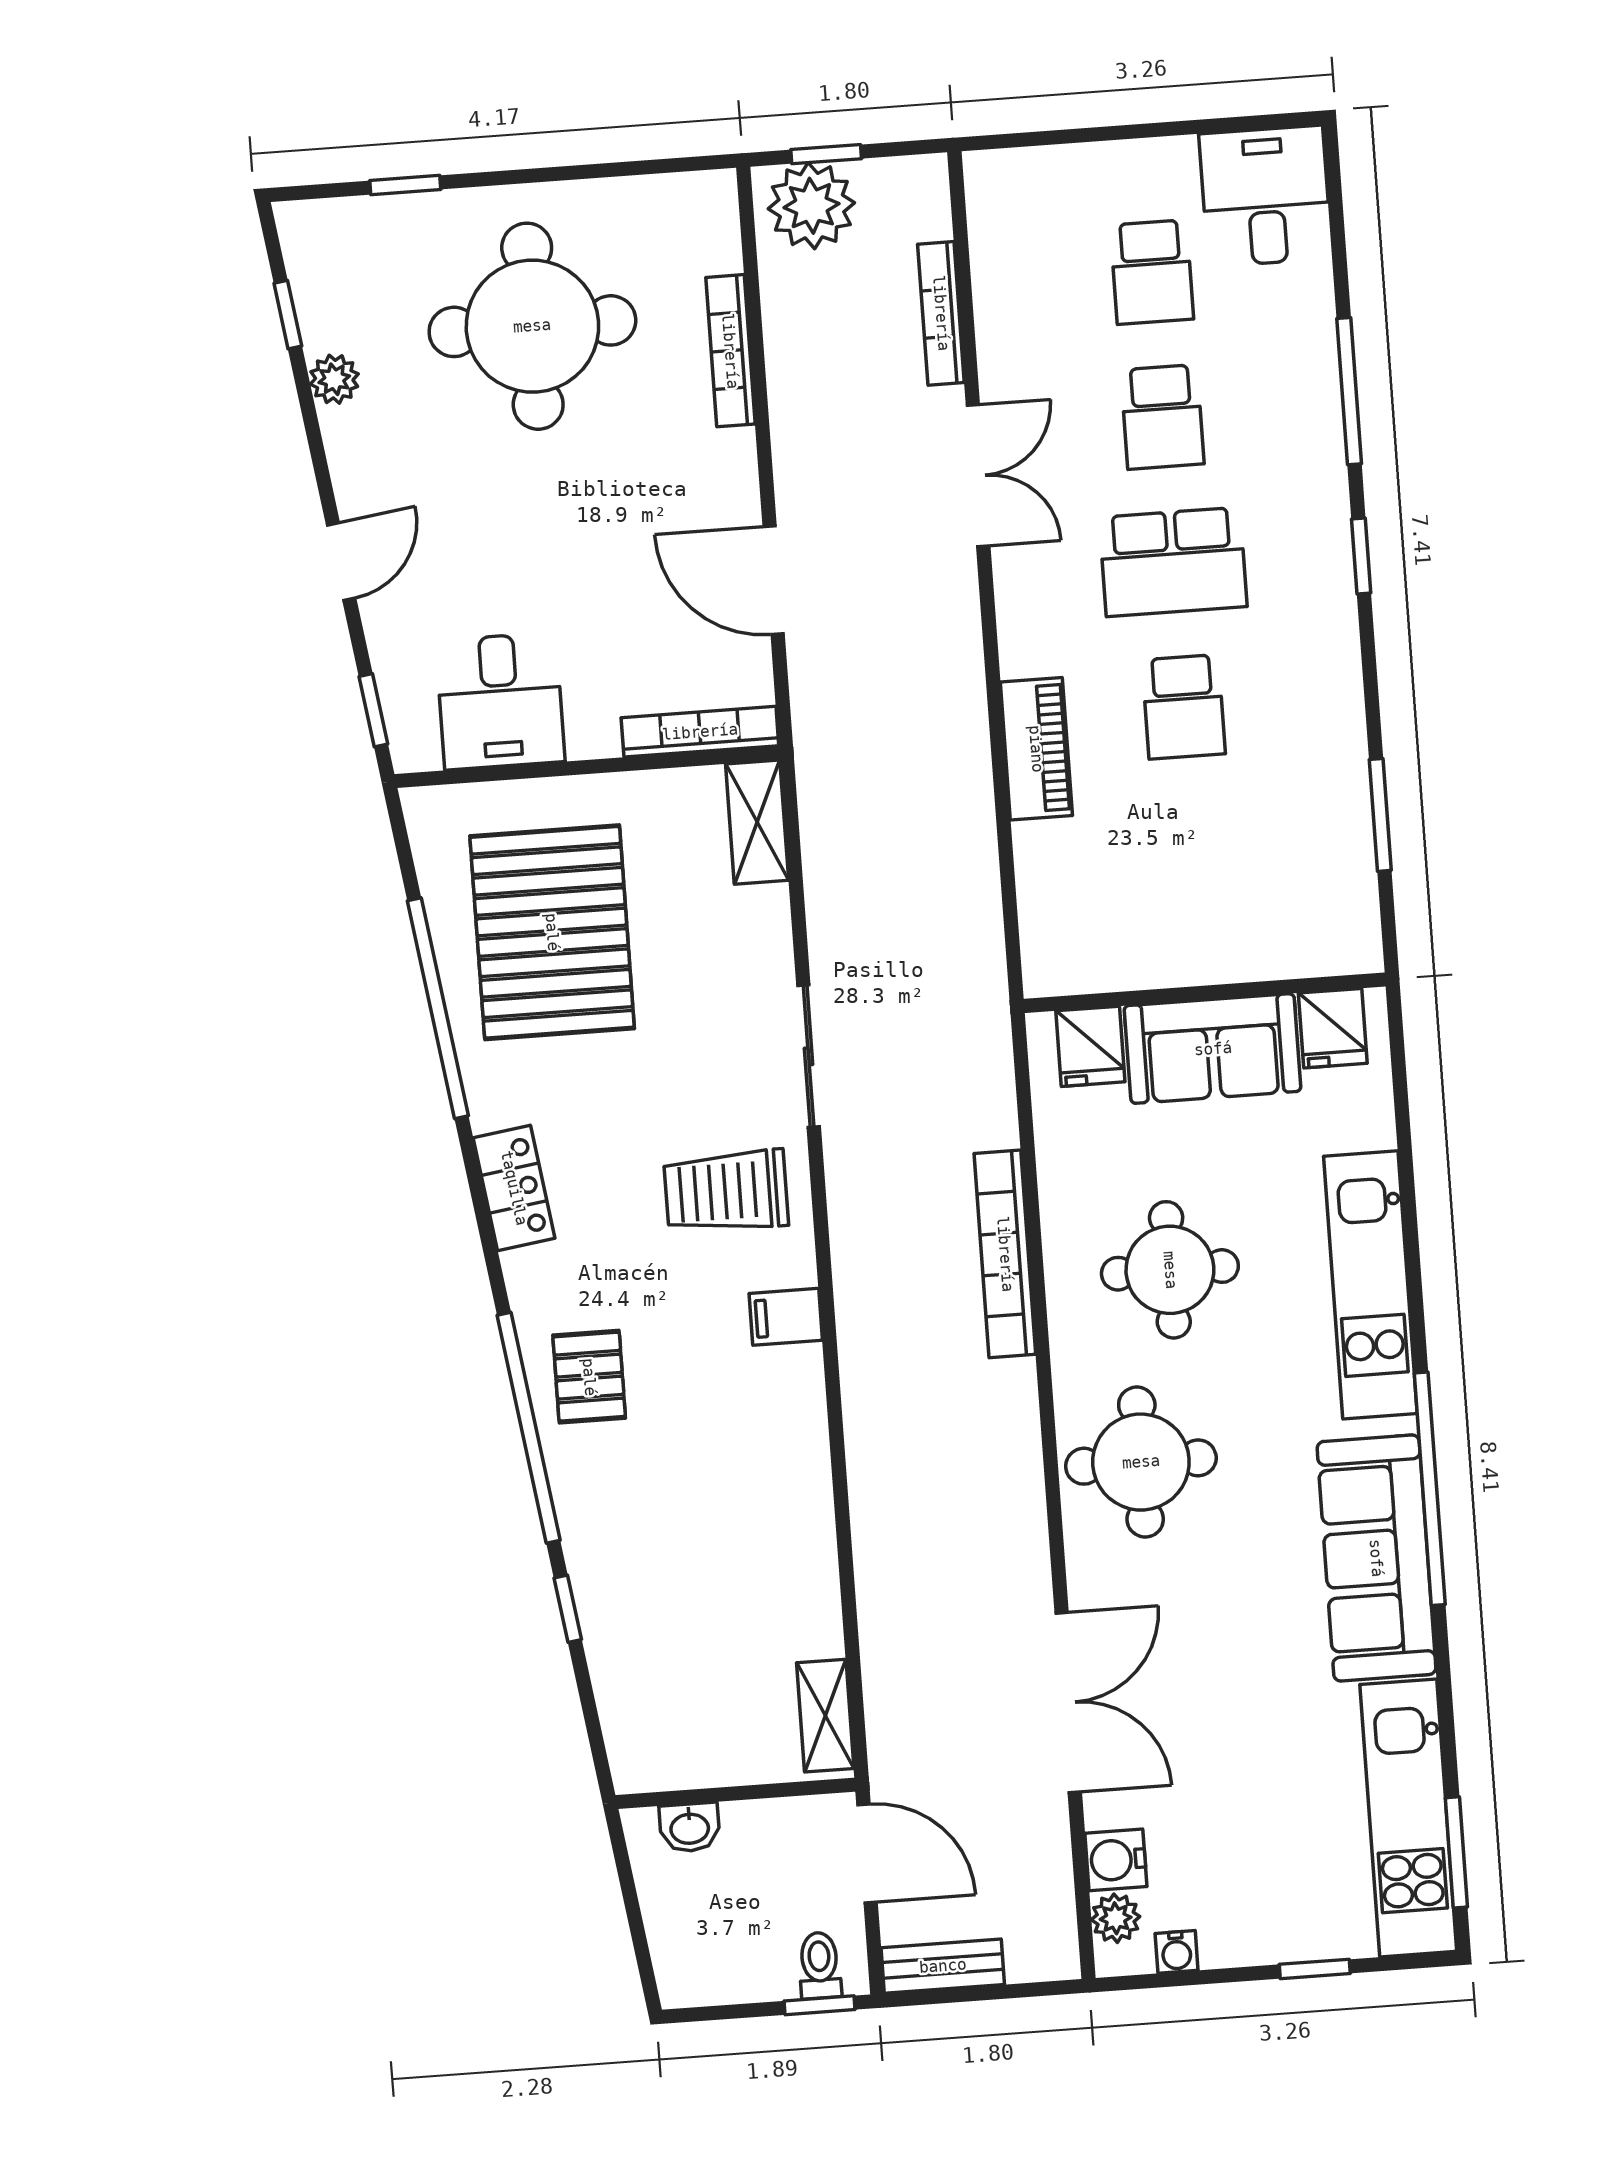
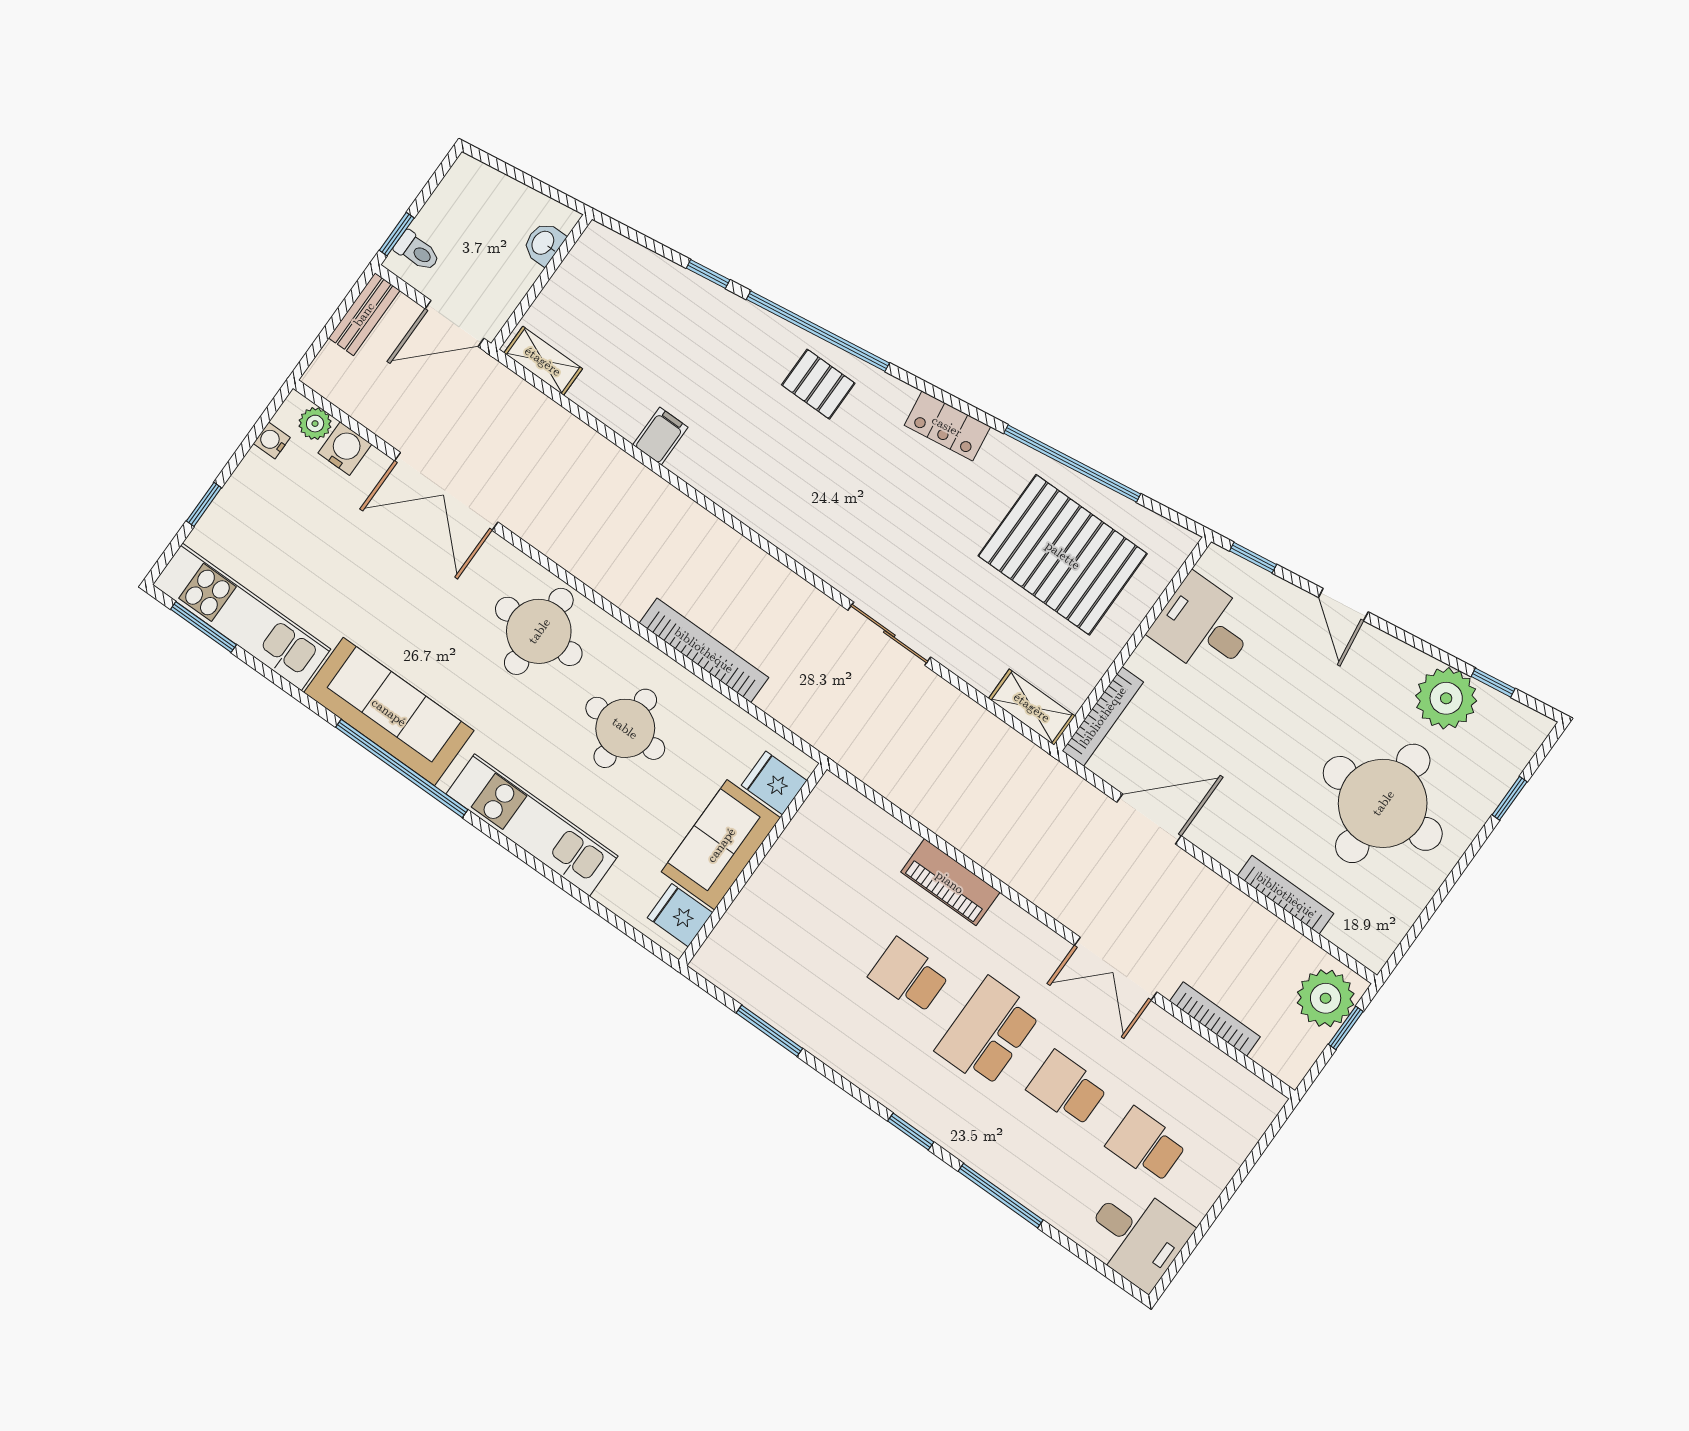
plant: (334, 379) -> (1446, 698), width x1.87, depth x1.87
trolley: (726, 1191) -> (855, 534), removed
filing cabinet: (786, 1317) -> (660, 436), moved

